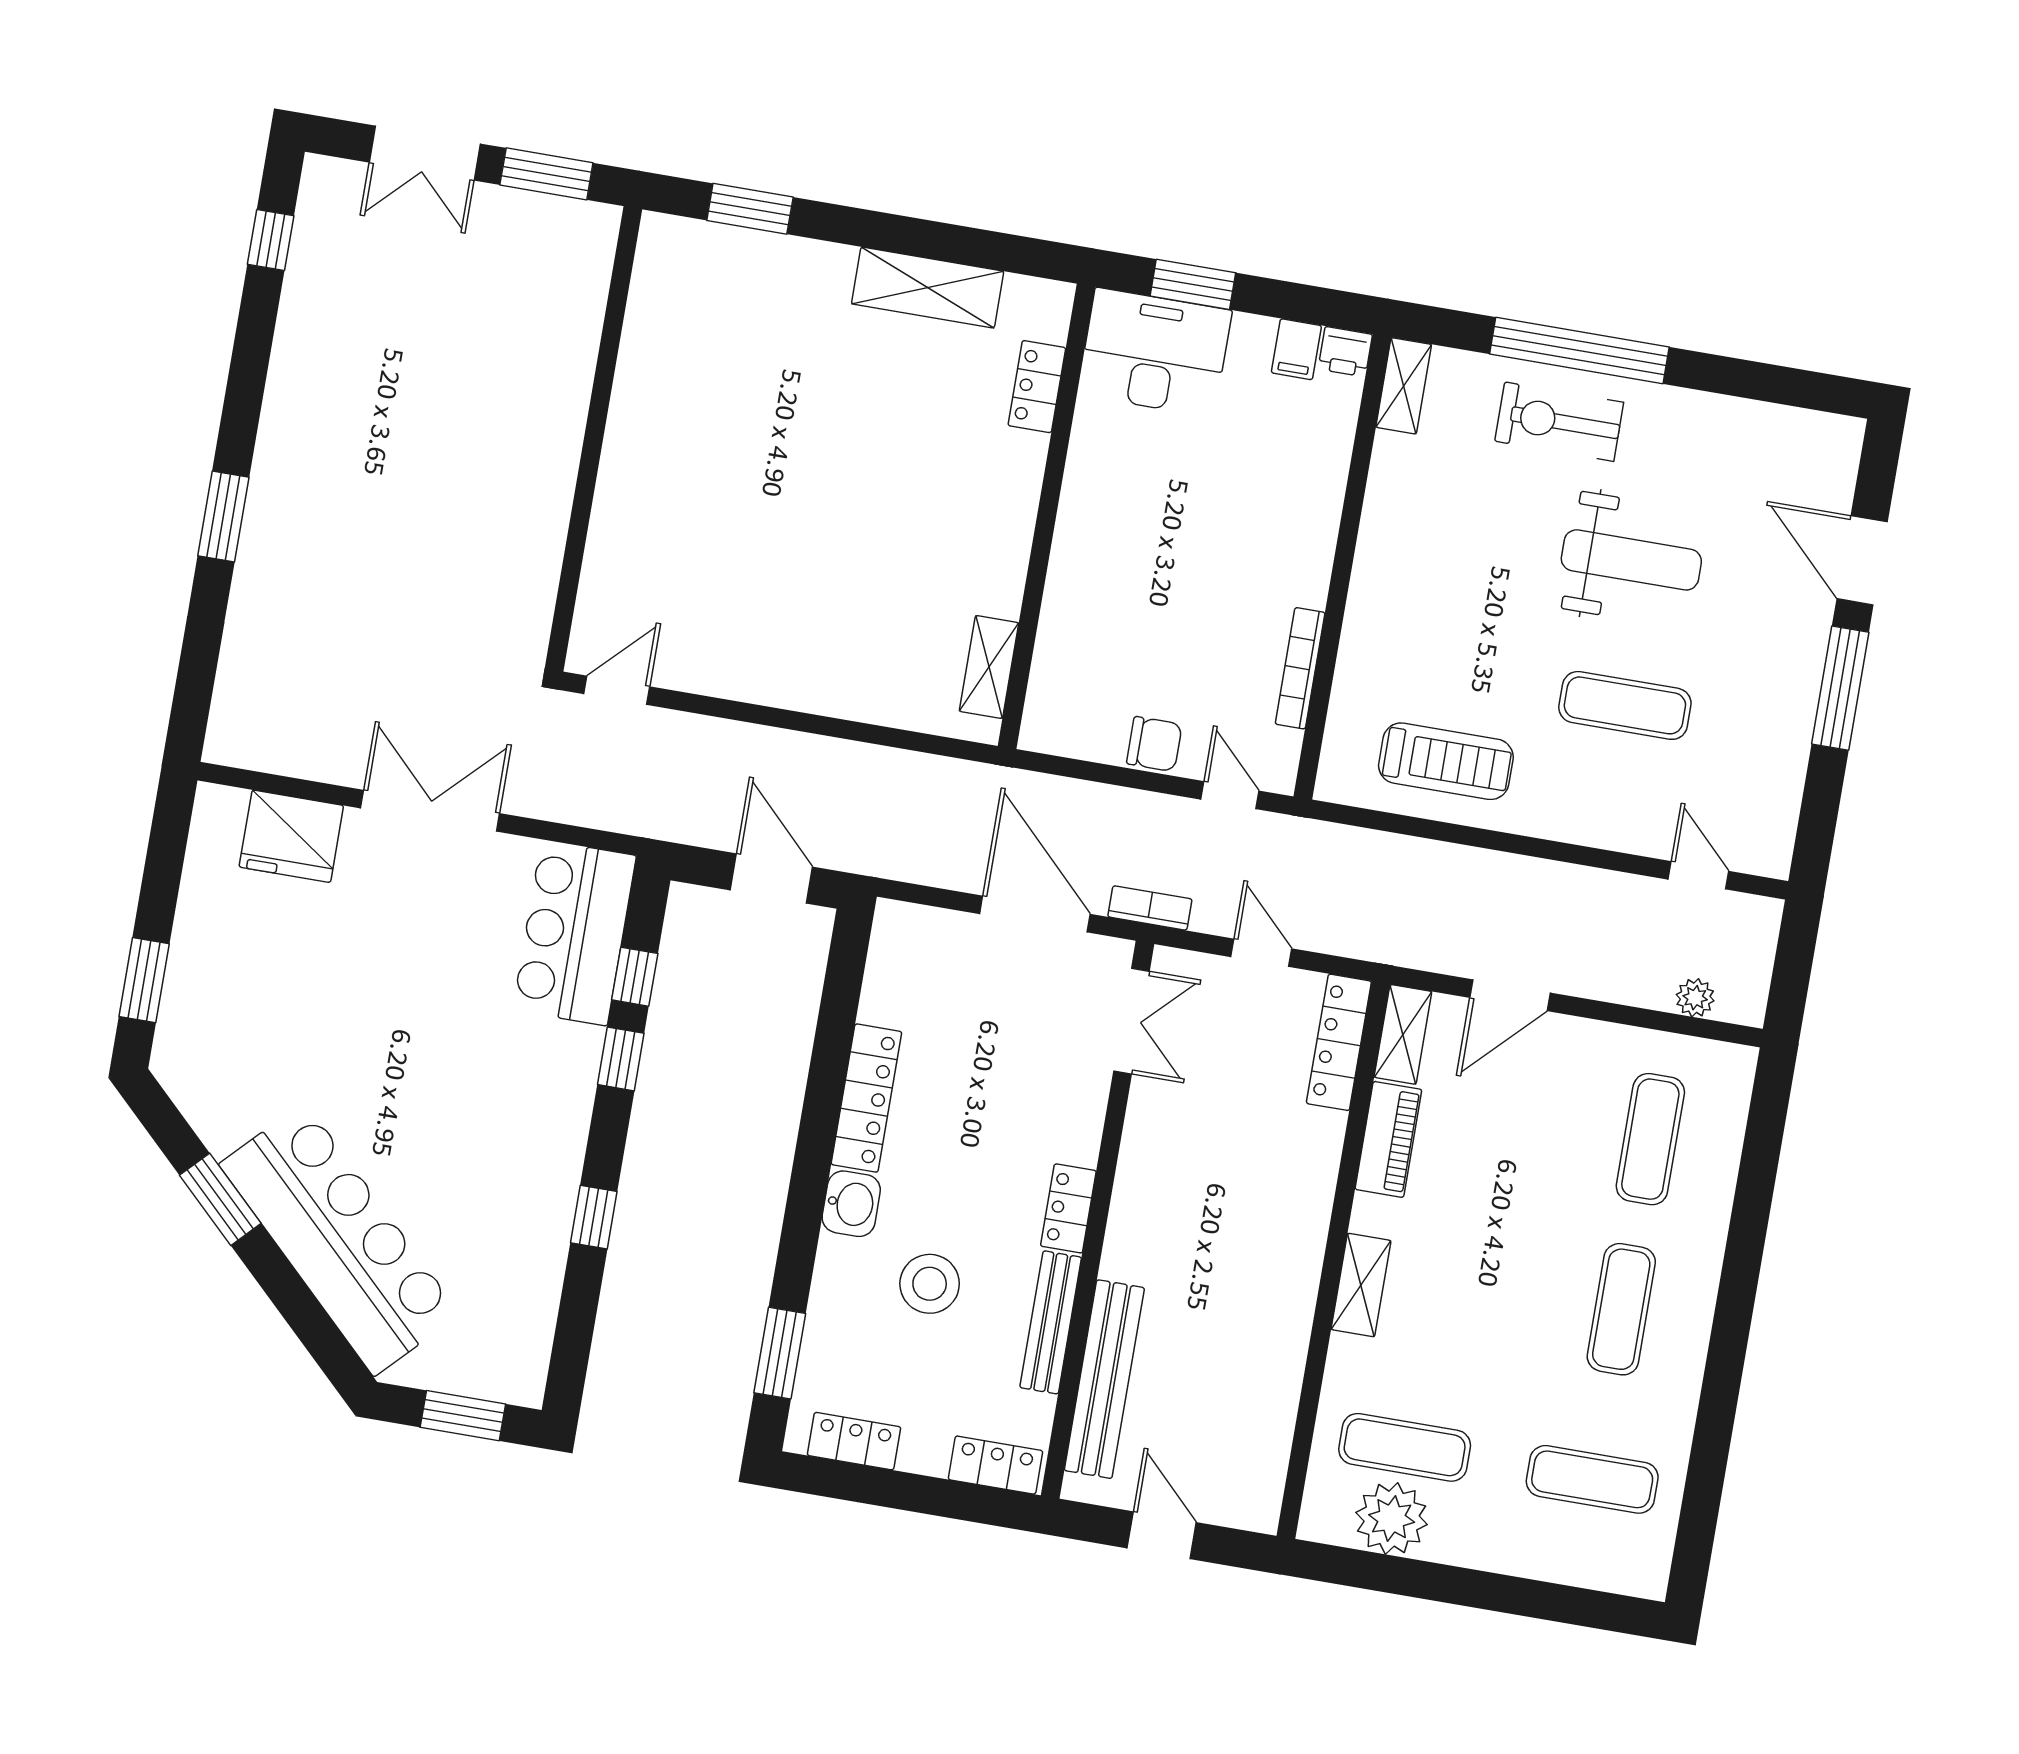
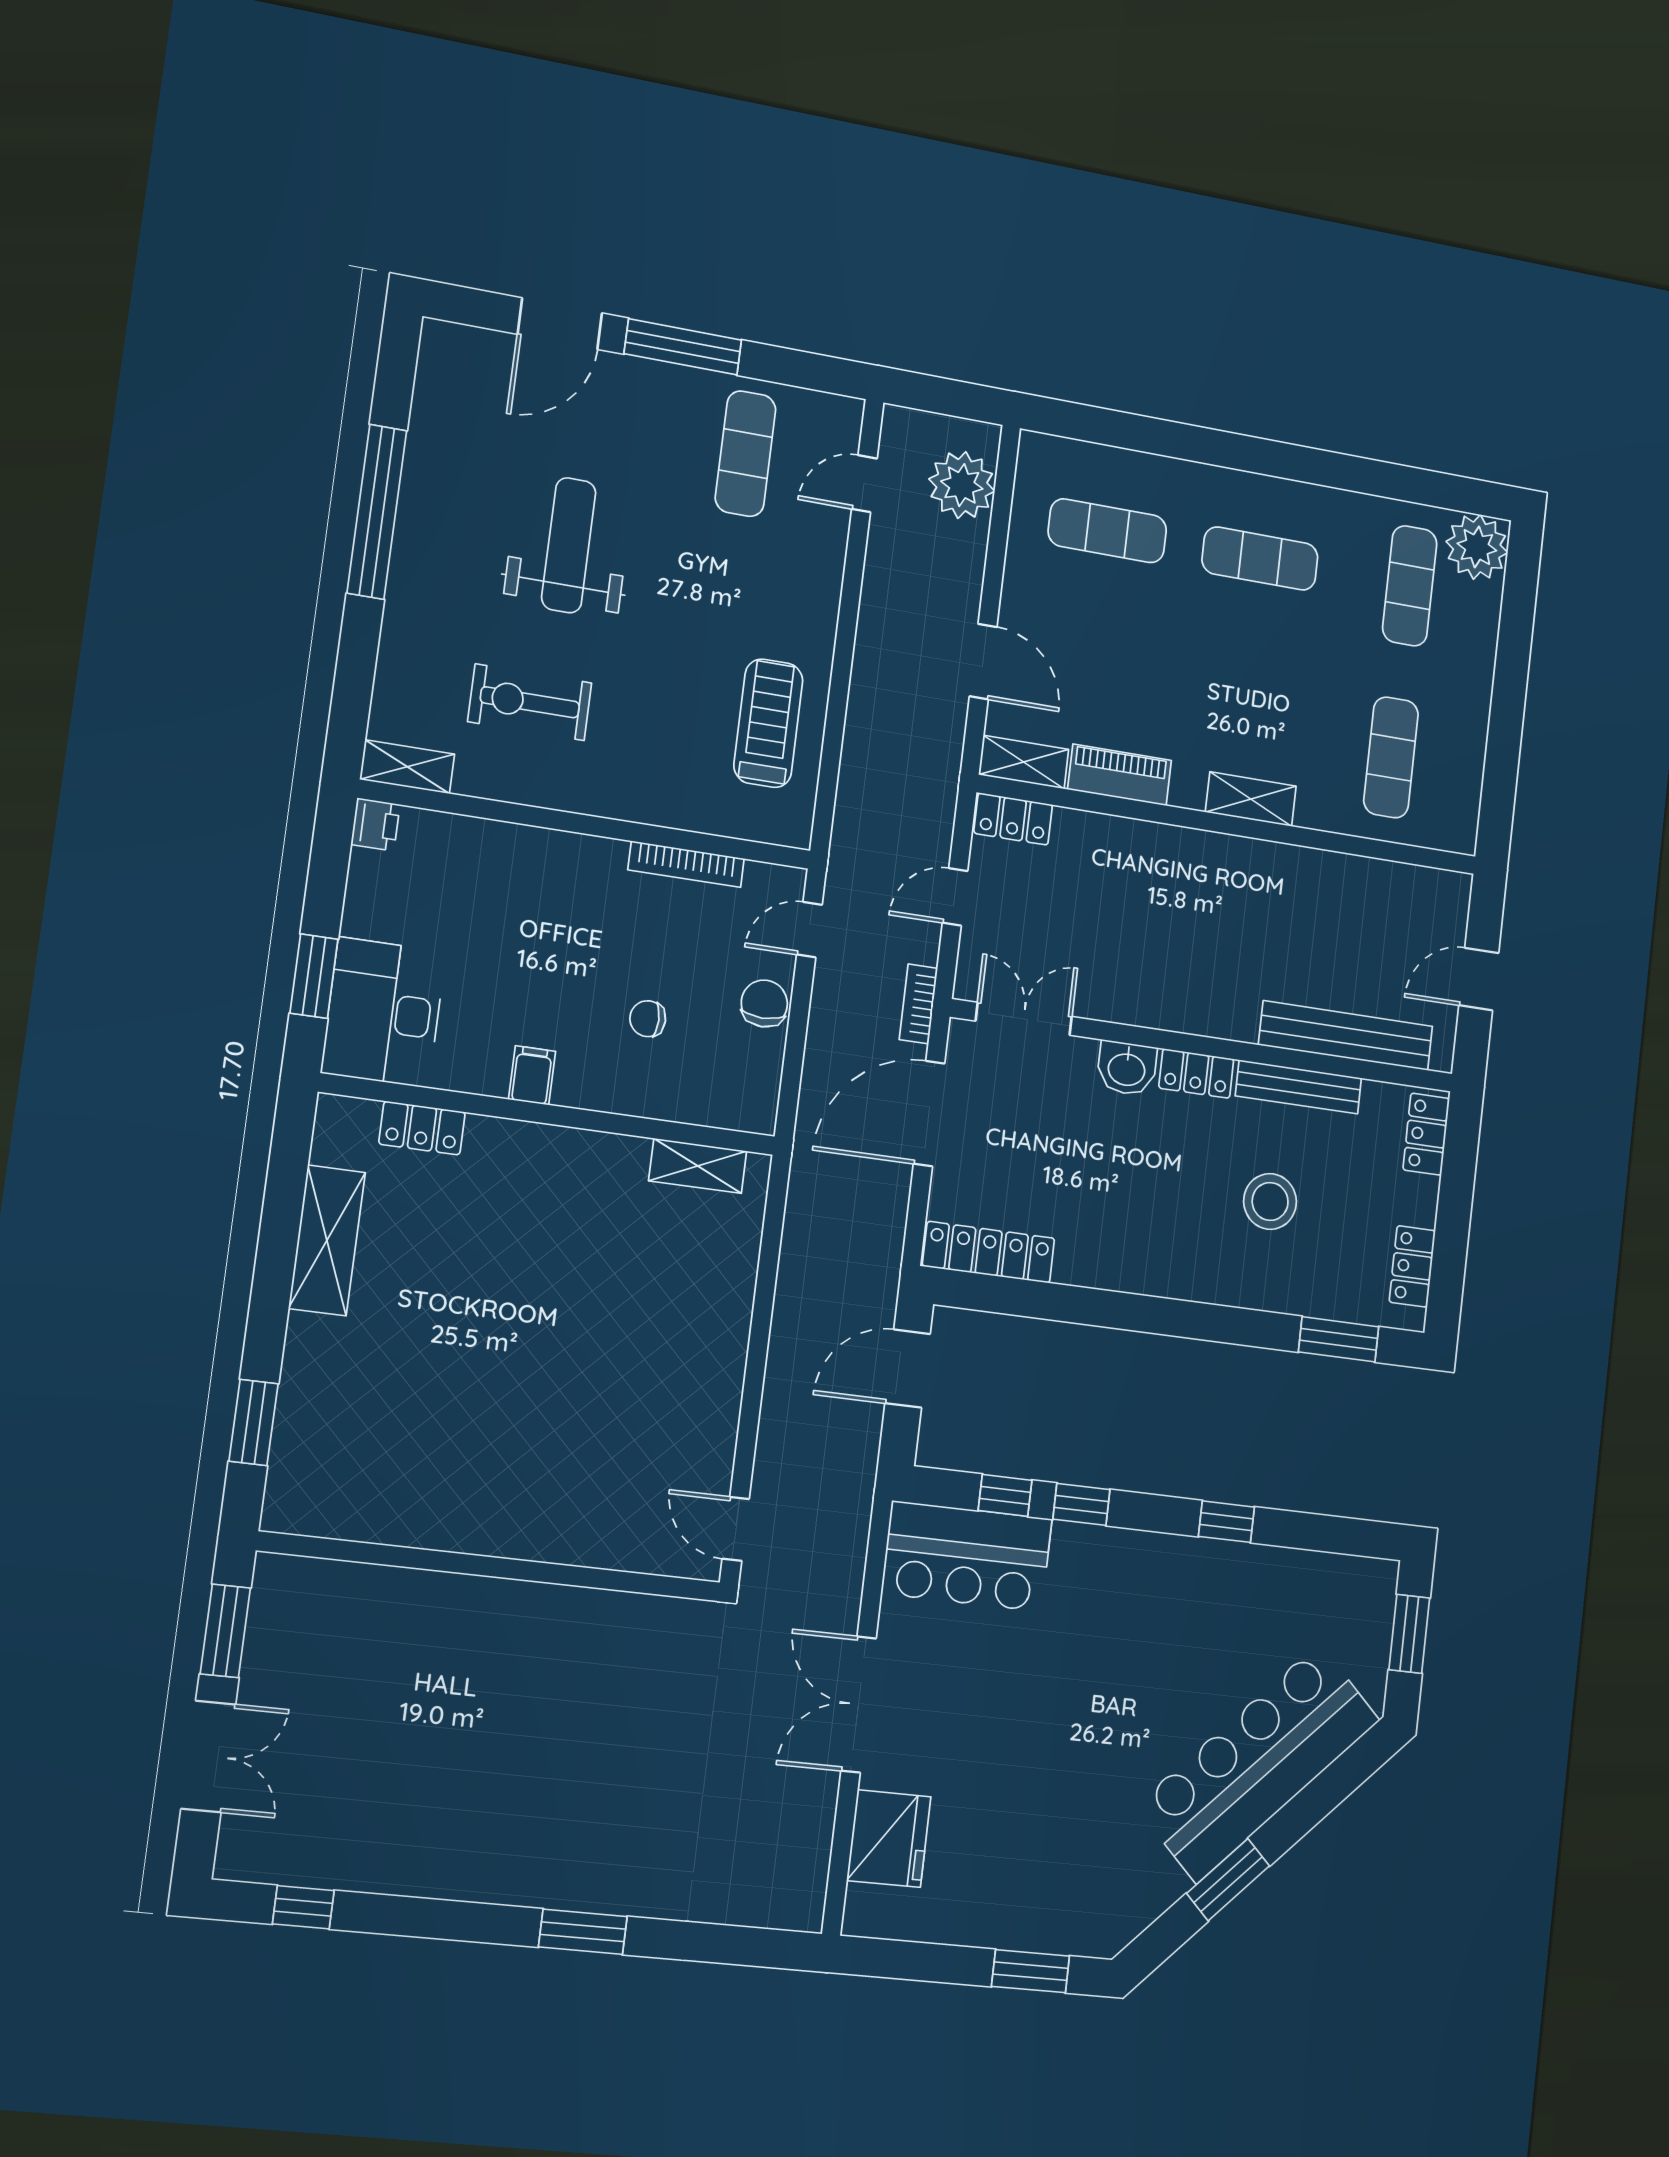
filing cabinet: (1296, 349) -> (532, 1075), moved, turned -90
window: (1579, 351) -> (377, 512), moved
exercise bike: (1559, 422) -> (530, 702), moved, turned 90
chair: (1142, 621) -> (648, 1019), added
exercise mat: (1625, 705) -> (745, 454), moved
plant: (1695, 998) -> (962, 485), width x1.88, depth x1.88
locker: (1339, 1042) -> (1013, 819), width x0.66
locker: (866, 1098) -> (989, 1252), moved
washbasin: (851, 1204) -> (1127, 1068), moved, turned 180
plant: (1392, 1519) -> (1477, 547), moved

